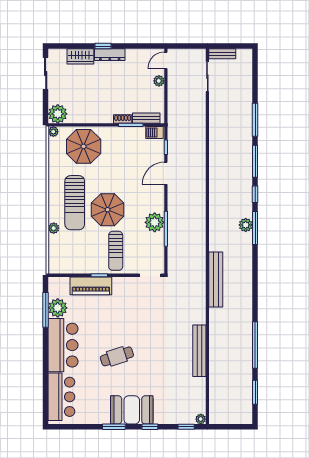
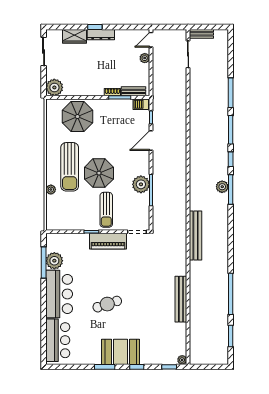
plant: (53, 132) -> (50, 103), removed
piano: (91, 286) -> (108, 241), moved

